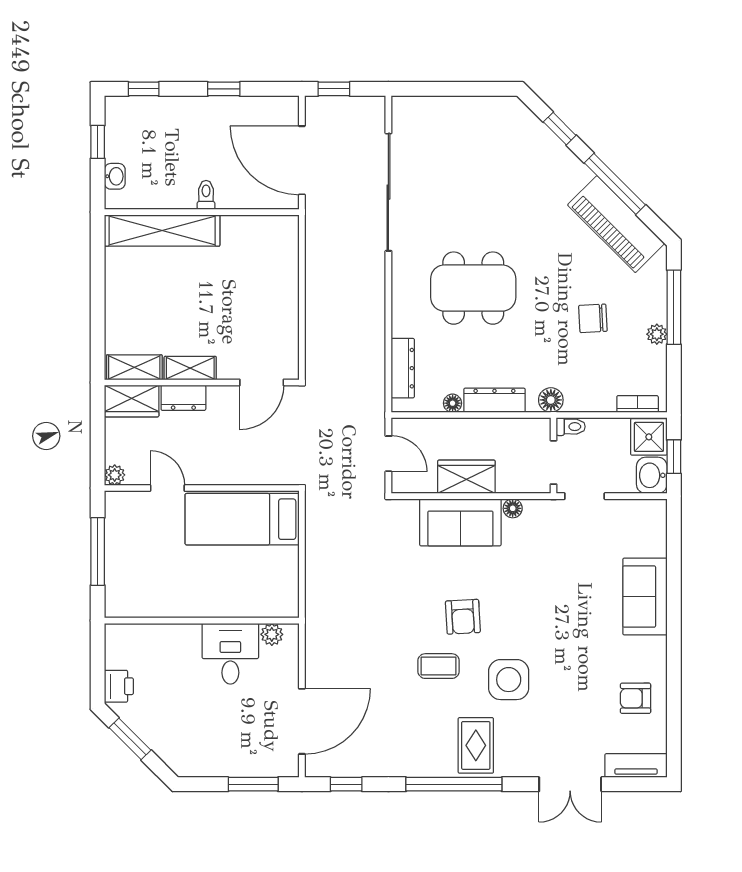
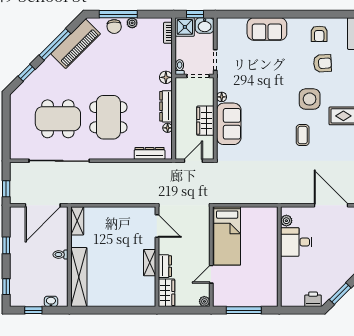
dining table: (470, 190) -> (58, 119), added
chair: (593, 318) -> (114, 27), moved
shelving: (134, 367) -> (77, 221), moved
armchair: (463, 617) -> (323, 63), moved

